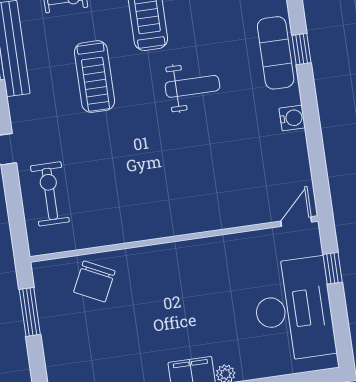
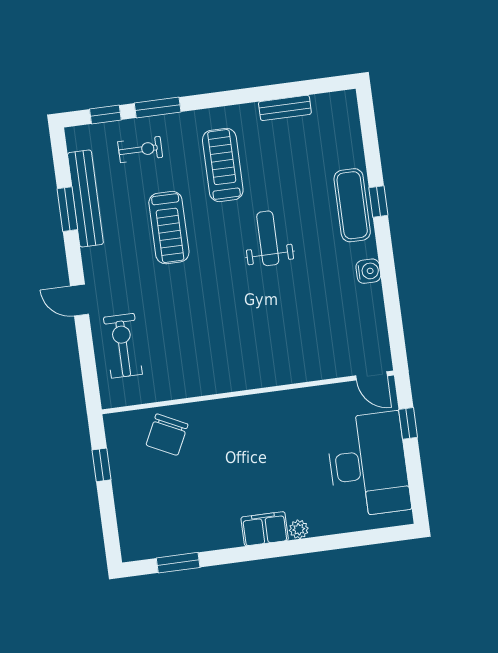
weight bench: (192, 86) -> (268, 238), turned -90
door: (296, 222) -> (371, 376), swing flipped
window: (30, 312) -> (102, 465), width x0.67

